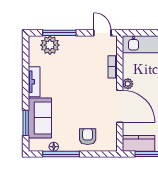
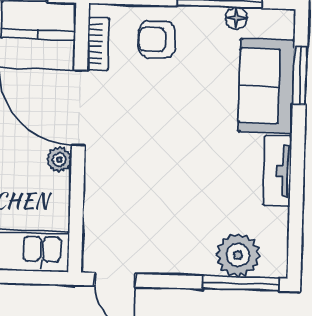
window: (59, 33) -> (241, 283), moved
bookcase: (113, 67) -> (98, 44), moved
armchair: (88, 137) -> (157, 39), turned 90

